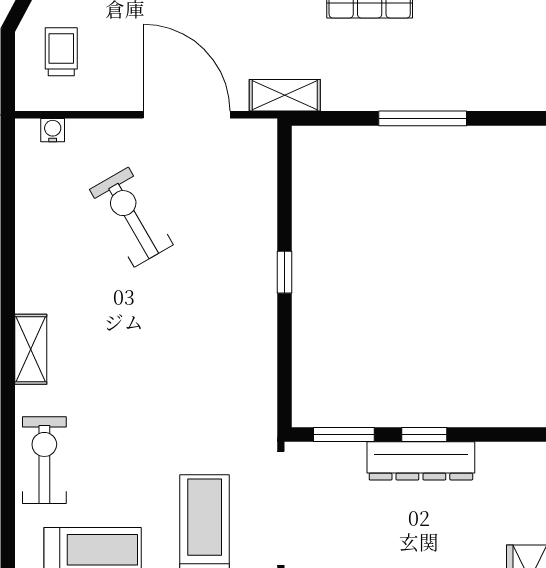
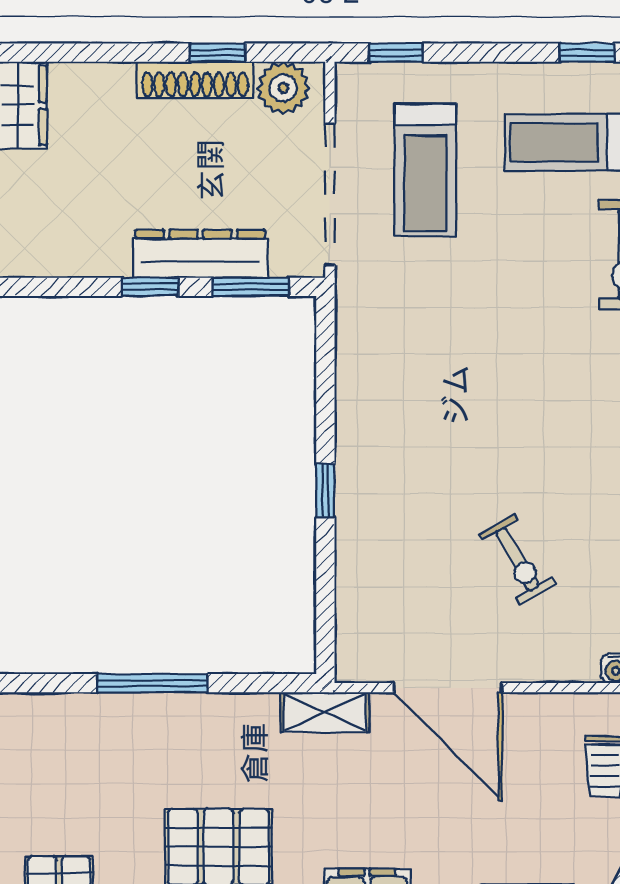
exercise bike: (131, 217) -> (517, 559), width x0.73, depth x0.72
dresser: (421, 461) -> (200, 254), moved

